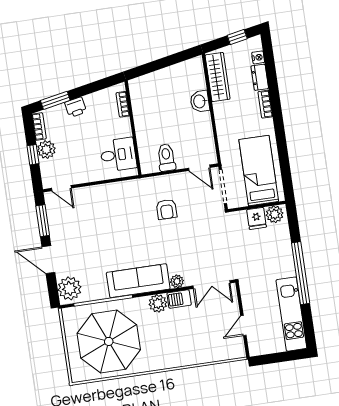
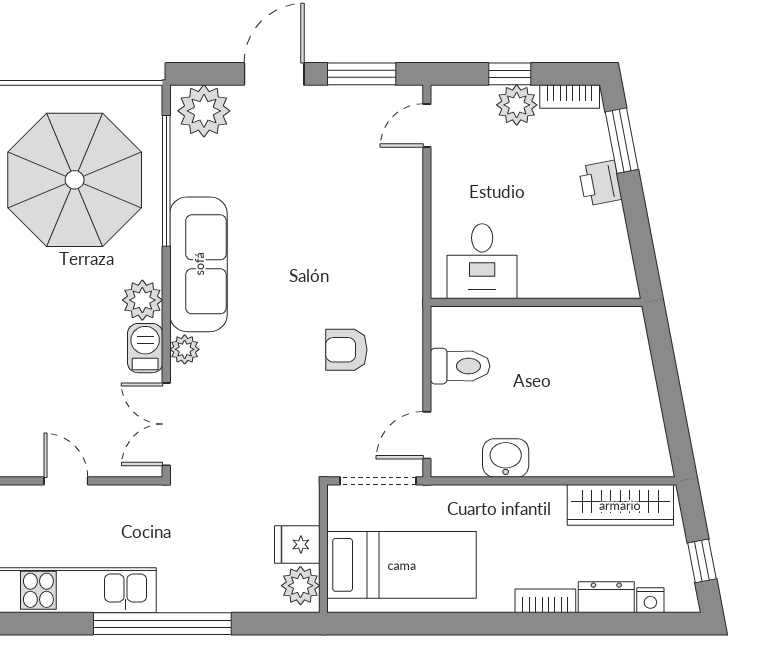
washbasin: (200, 101) -> (506, 458), moved
bookcase: (123, 104) -> (591, 288), removed

